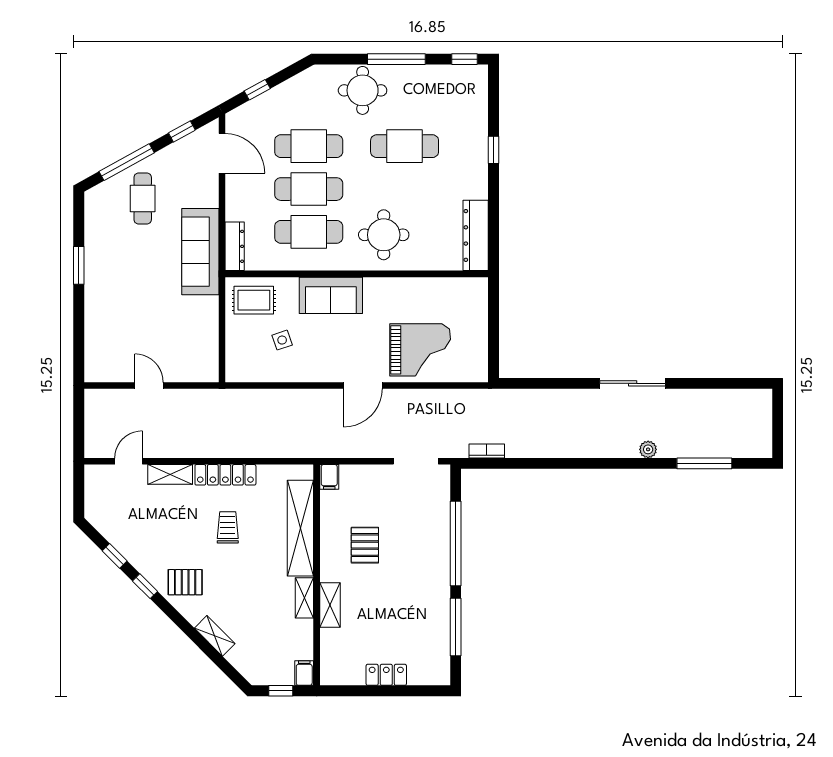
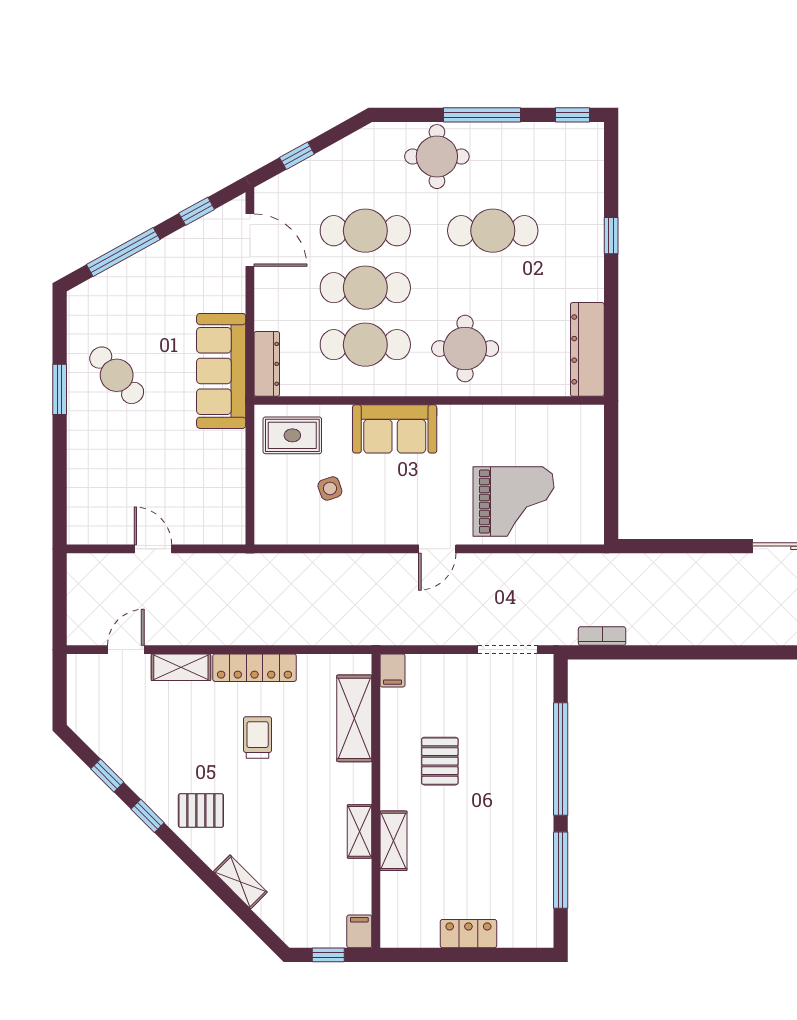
cafe table: (143, 198) -> (117, 375), moved, turned -42
door: (363, 385) -> (437, 549), width x0.73
shelving: (300, 528) -> (354, 718), width x0.68

